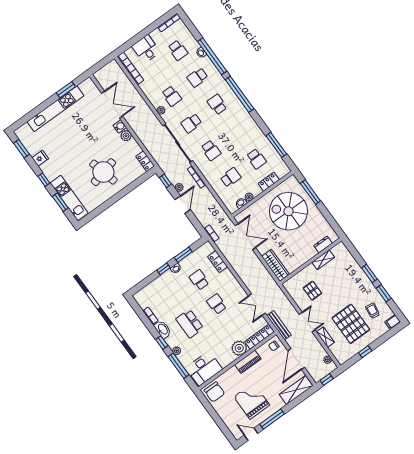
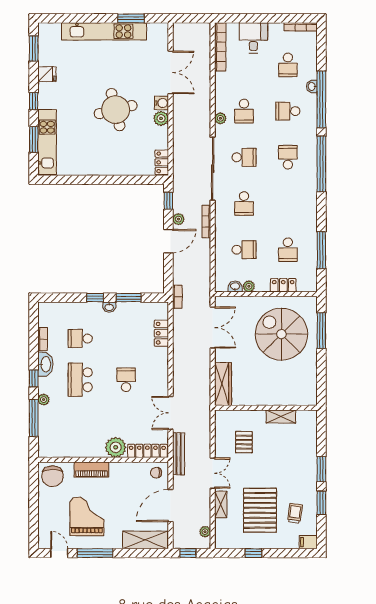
school desk: (191, 123) -> (244, 157), turned 180
round table: (103, 172) -> (116, 110), moved
dresser: (323, 244) -> (293, 399), removed
school desk: (199, 280) -> (80, 339), moved, turned -90
piano: (248, 362) -> (91, 469), moved
desk: (204, 368) -> (60, 442), removed

